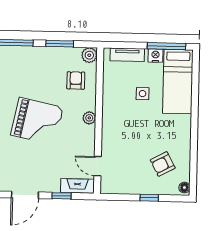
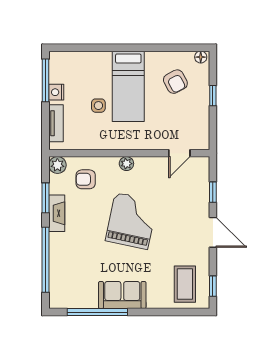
bed: (178, 82) -> (128, 86), moved, turned 90
fireplace: (77, 186) -> (57, 213), moved, turned 180

